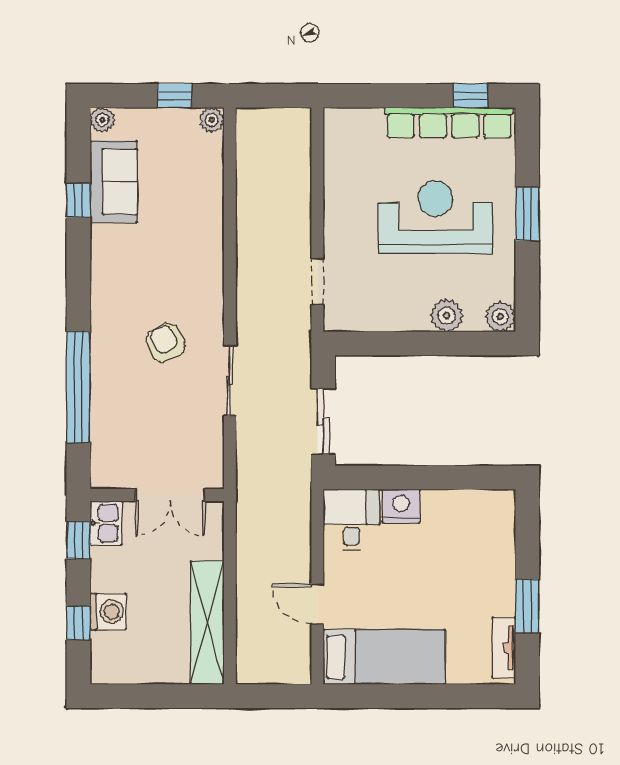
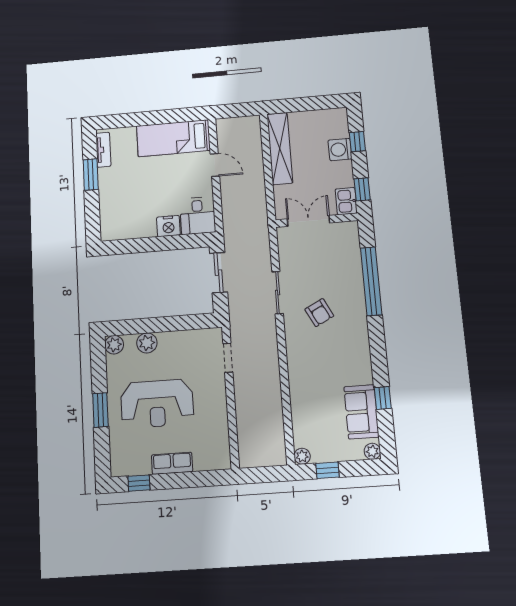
row of seats: (449, 123) -> (172, 463), width x0.50

